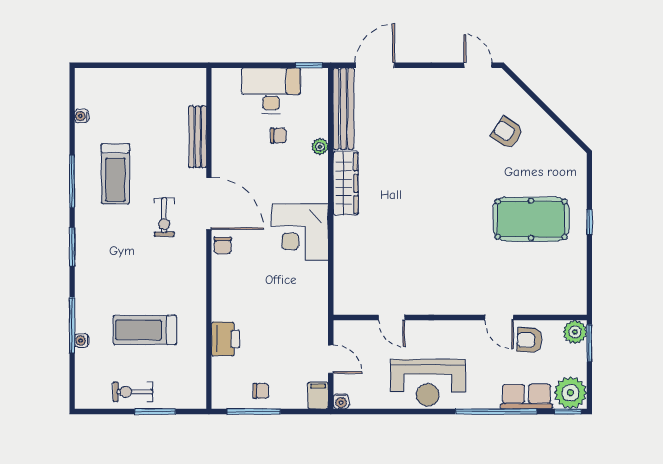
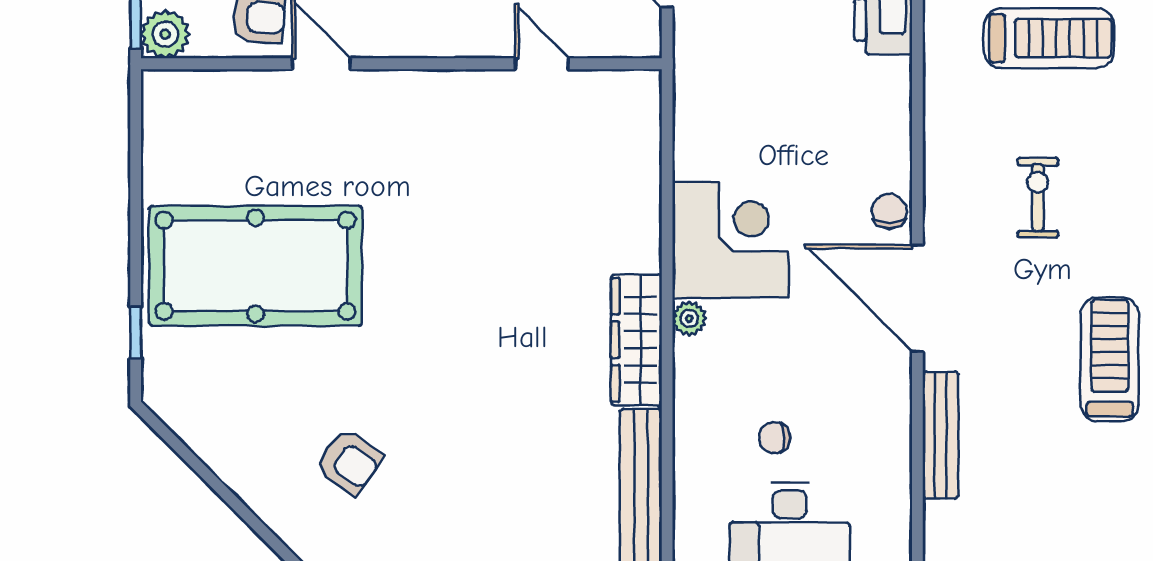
armchair: (507, 133) -> (349, 462), moved
plant: (320, 147) -> (689, 318), moved
exercise bike: (164, 217) -> (1038, 197), moved
pool table: (531, 219) -> (256, 266), width x1.36, depth x1.32
window: (589, 222) -> (136, 332), moved

